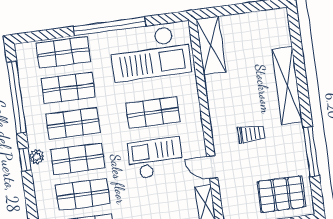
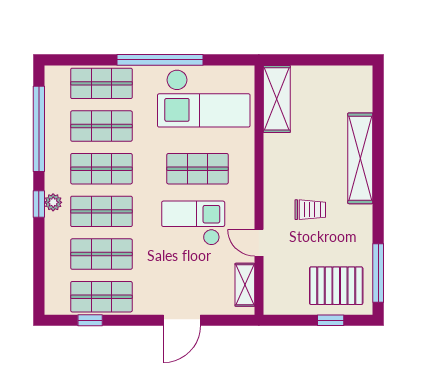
window: (311, 152) -> (378, 273), moved

